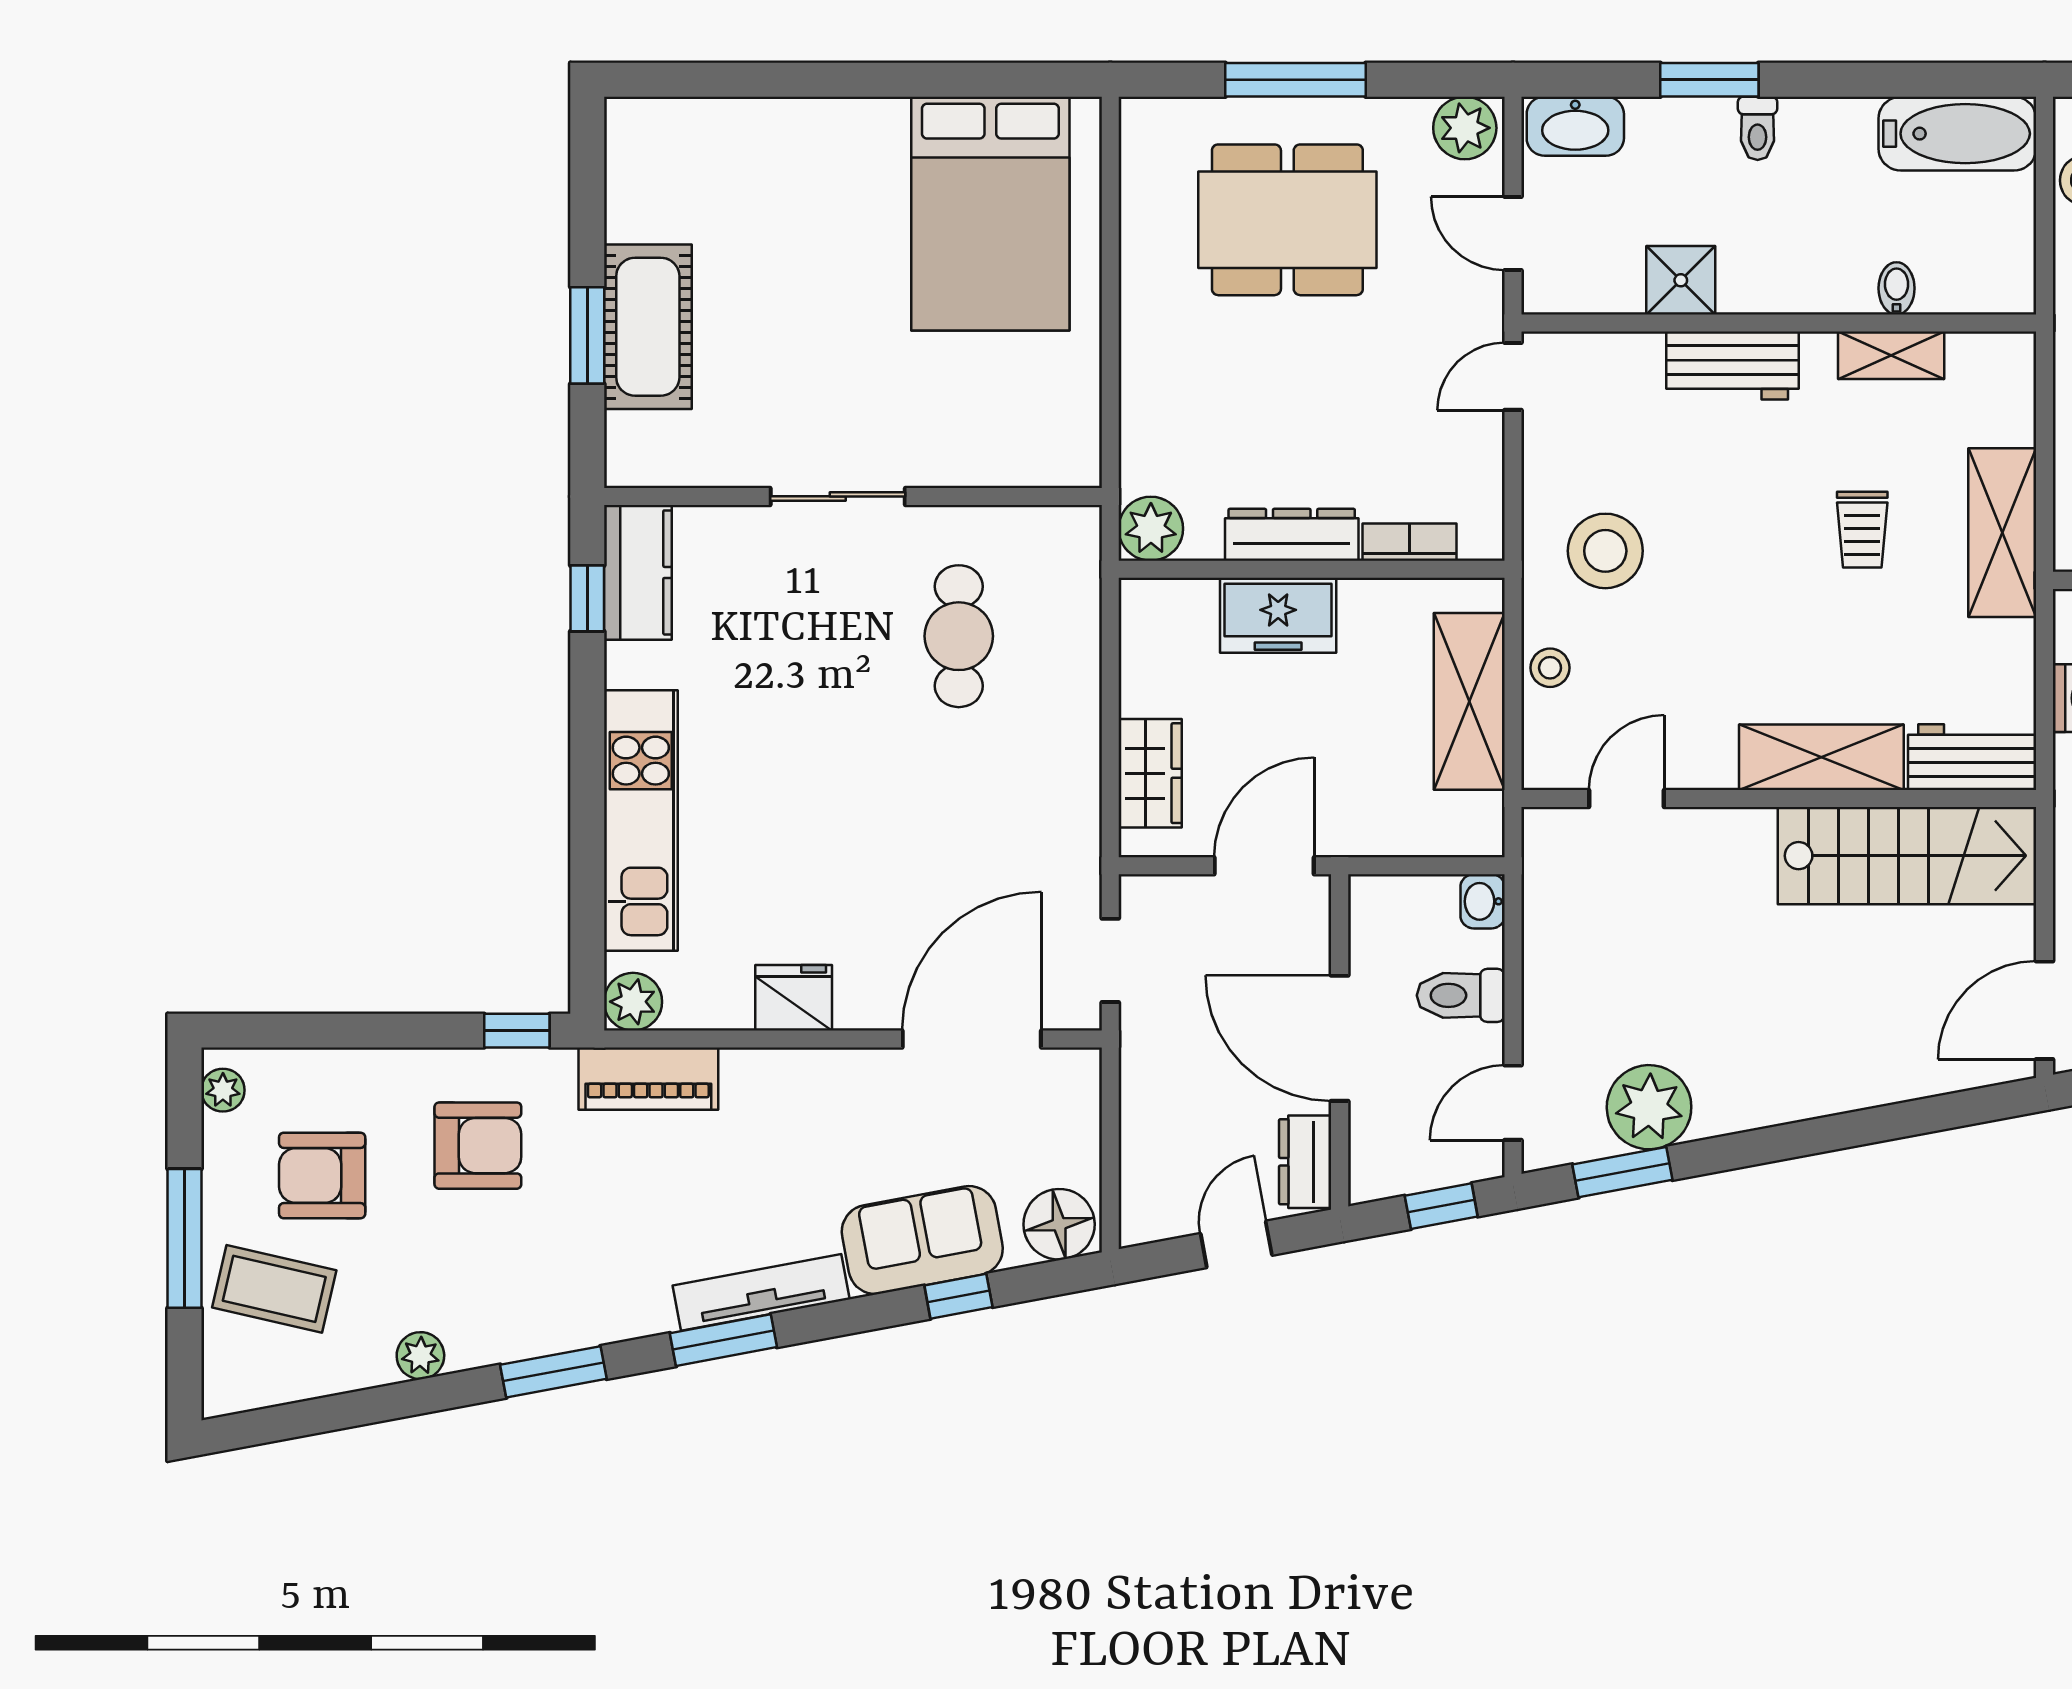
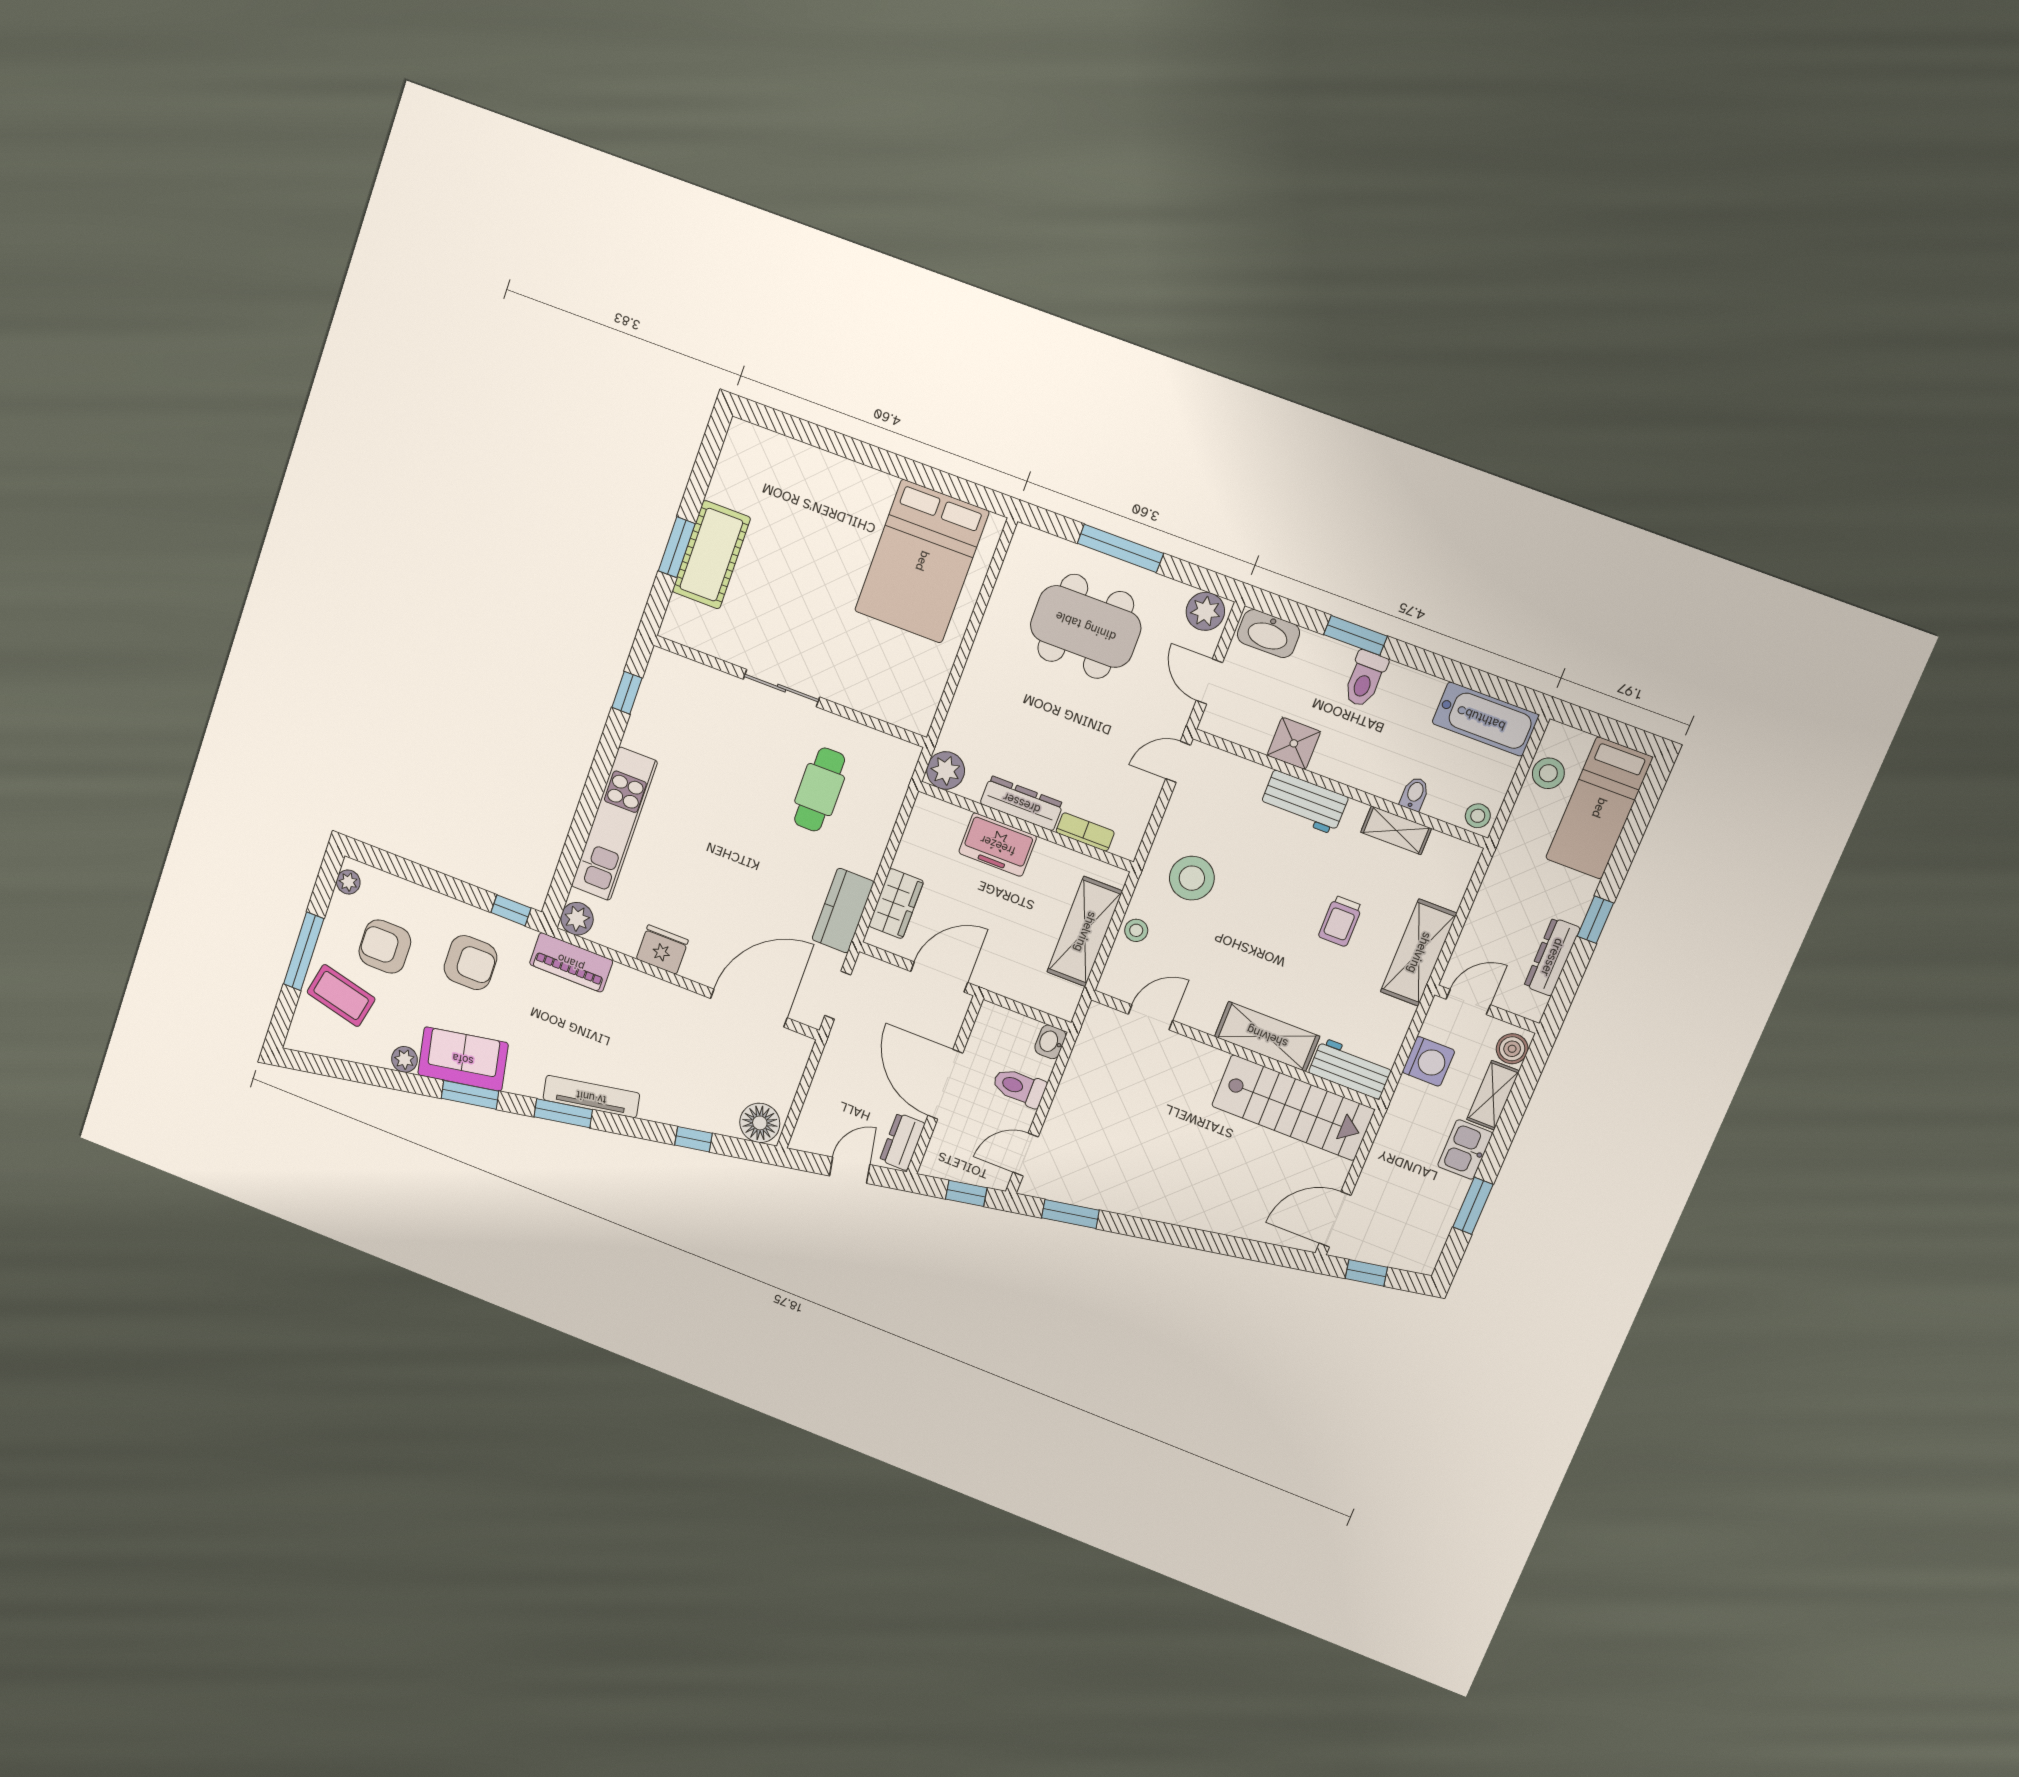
toilet: (1758, 128) -> (1365, 679), width x1.37, depth x1.39
stool: (2006, 286) -> (1478, 816), added
kitchen counter: (638, 572) -> (843, 911), moved, turned 180
plant: (1649, 1107) -> (1098, 1186), removed
sofa: (922, 1240) -> (463, 1059), moved

